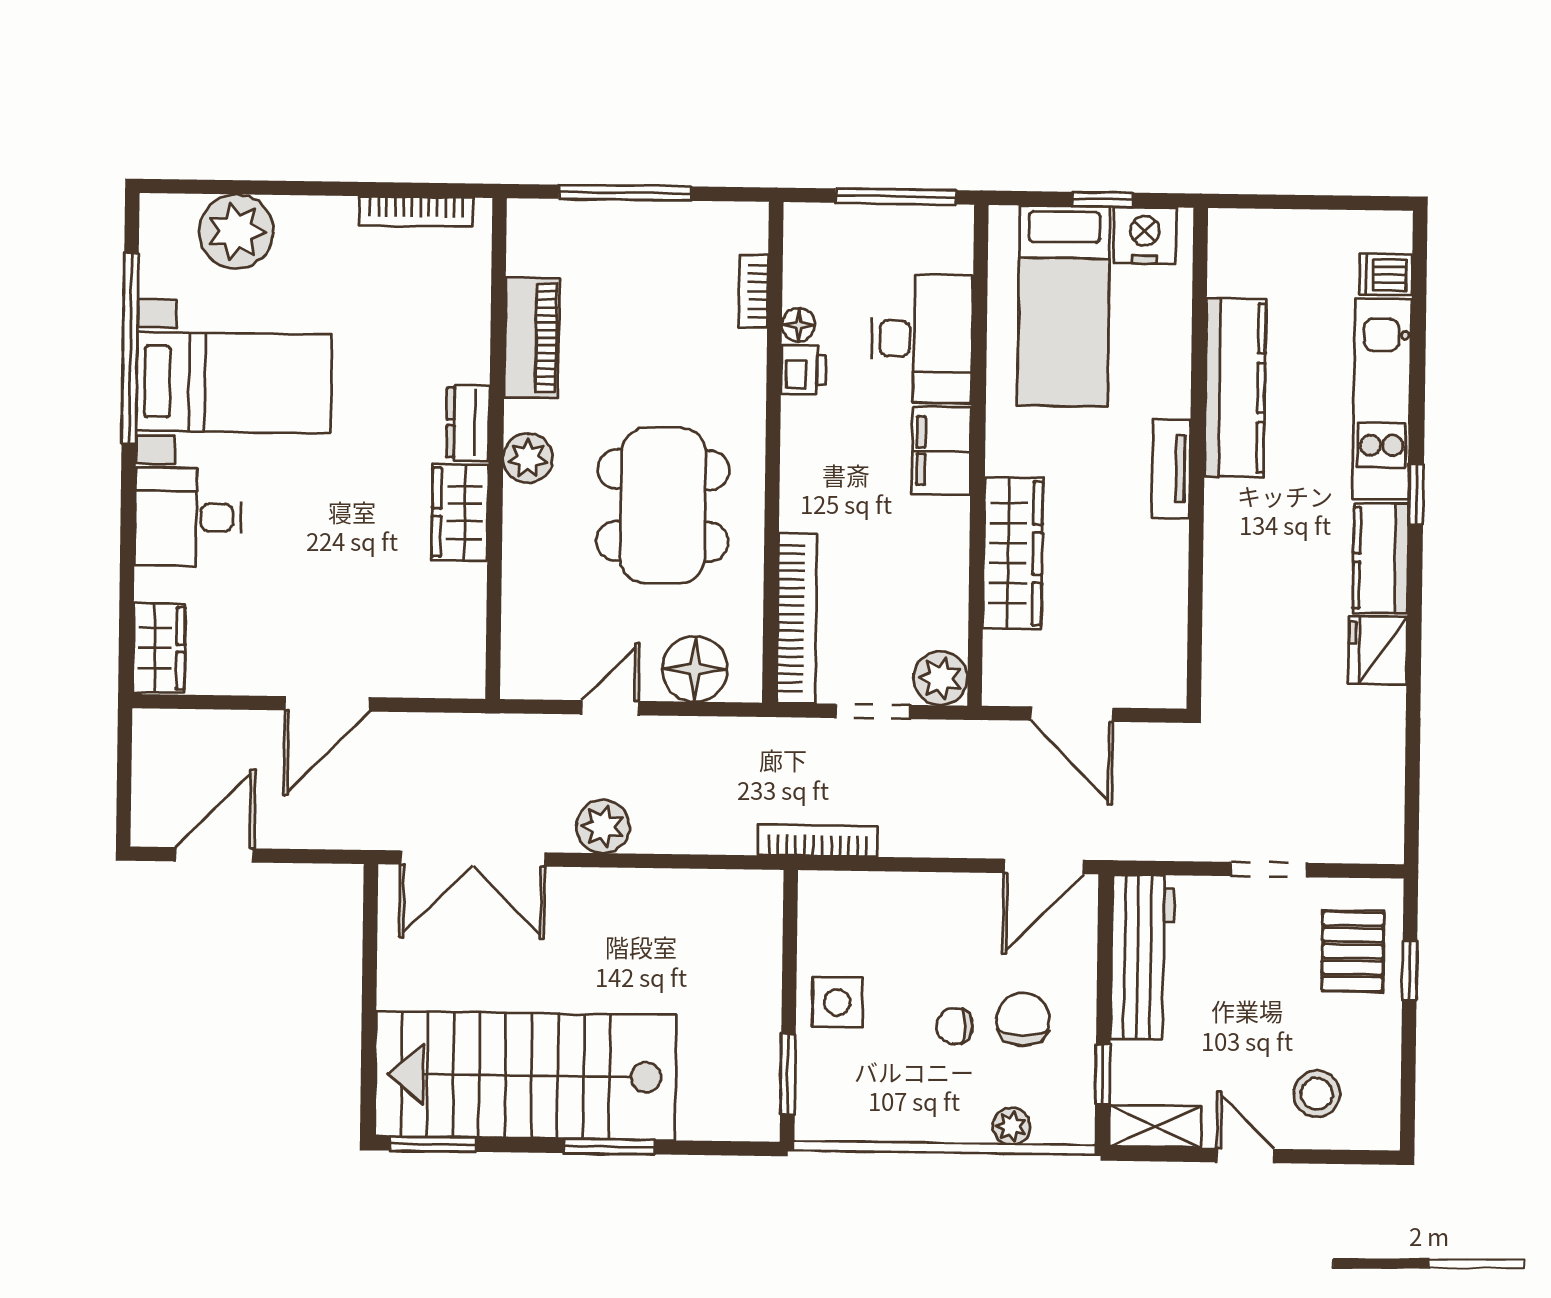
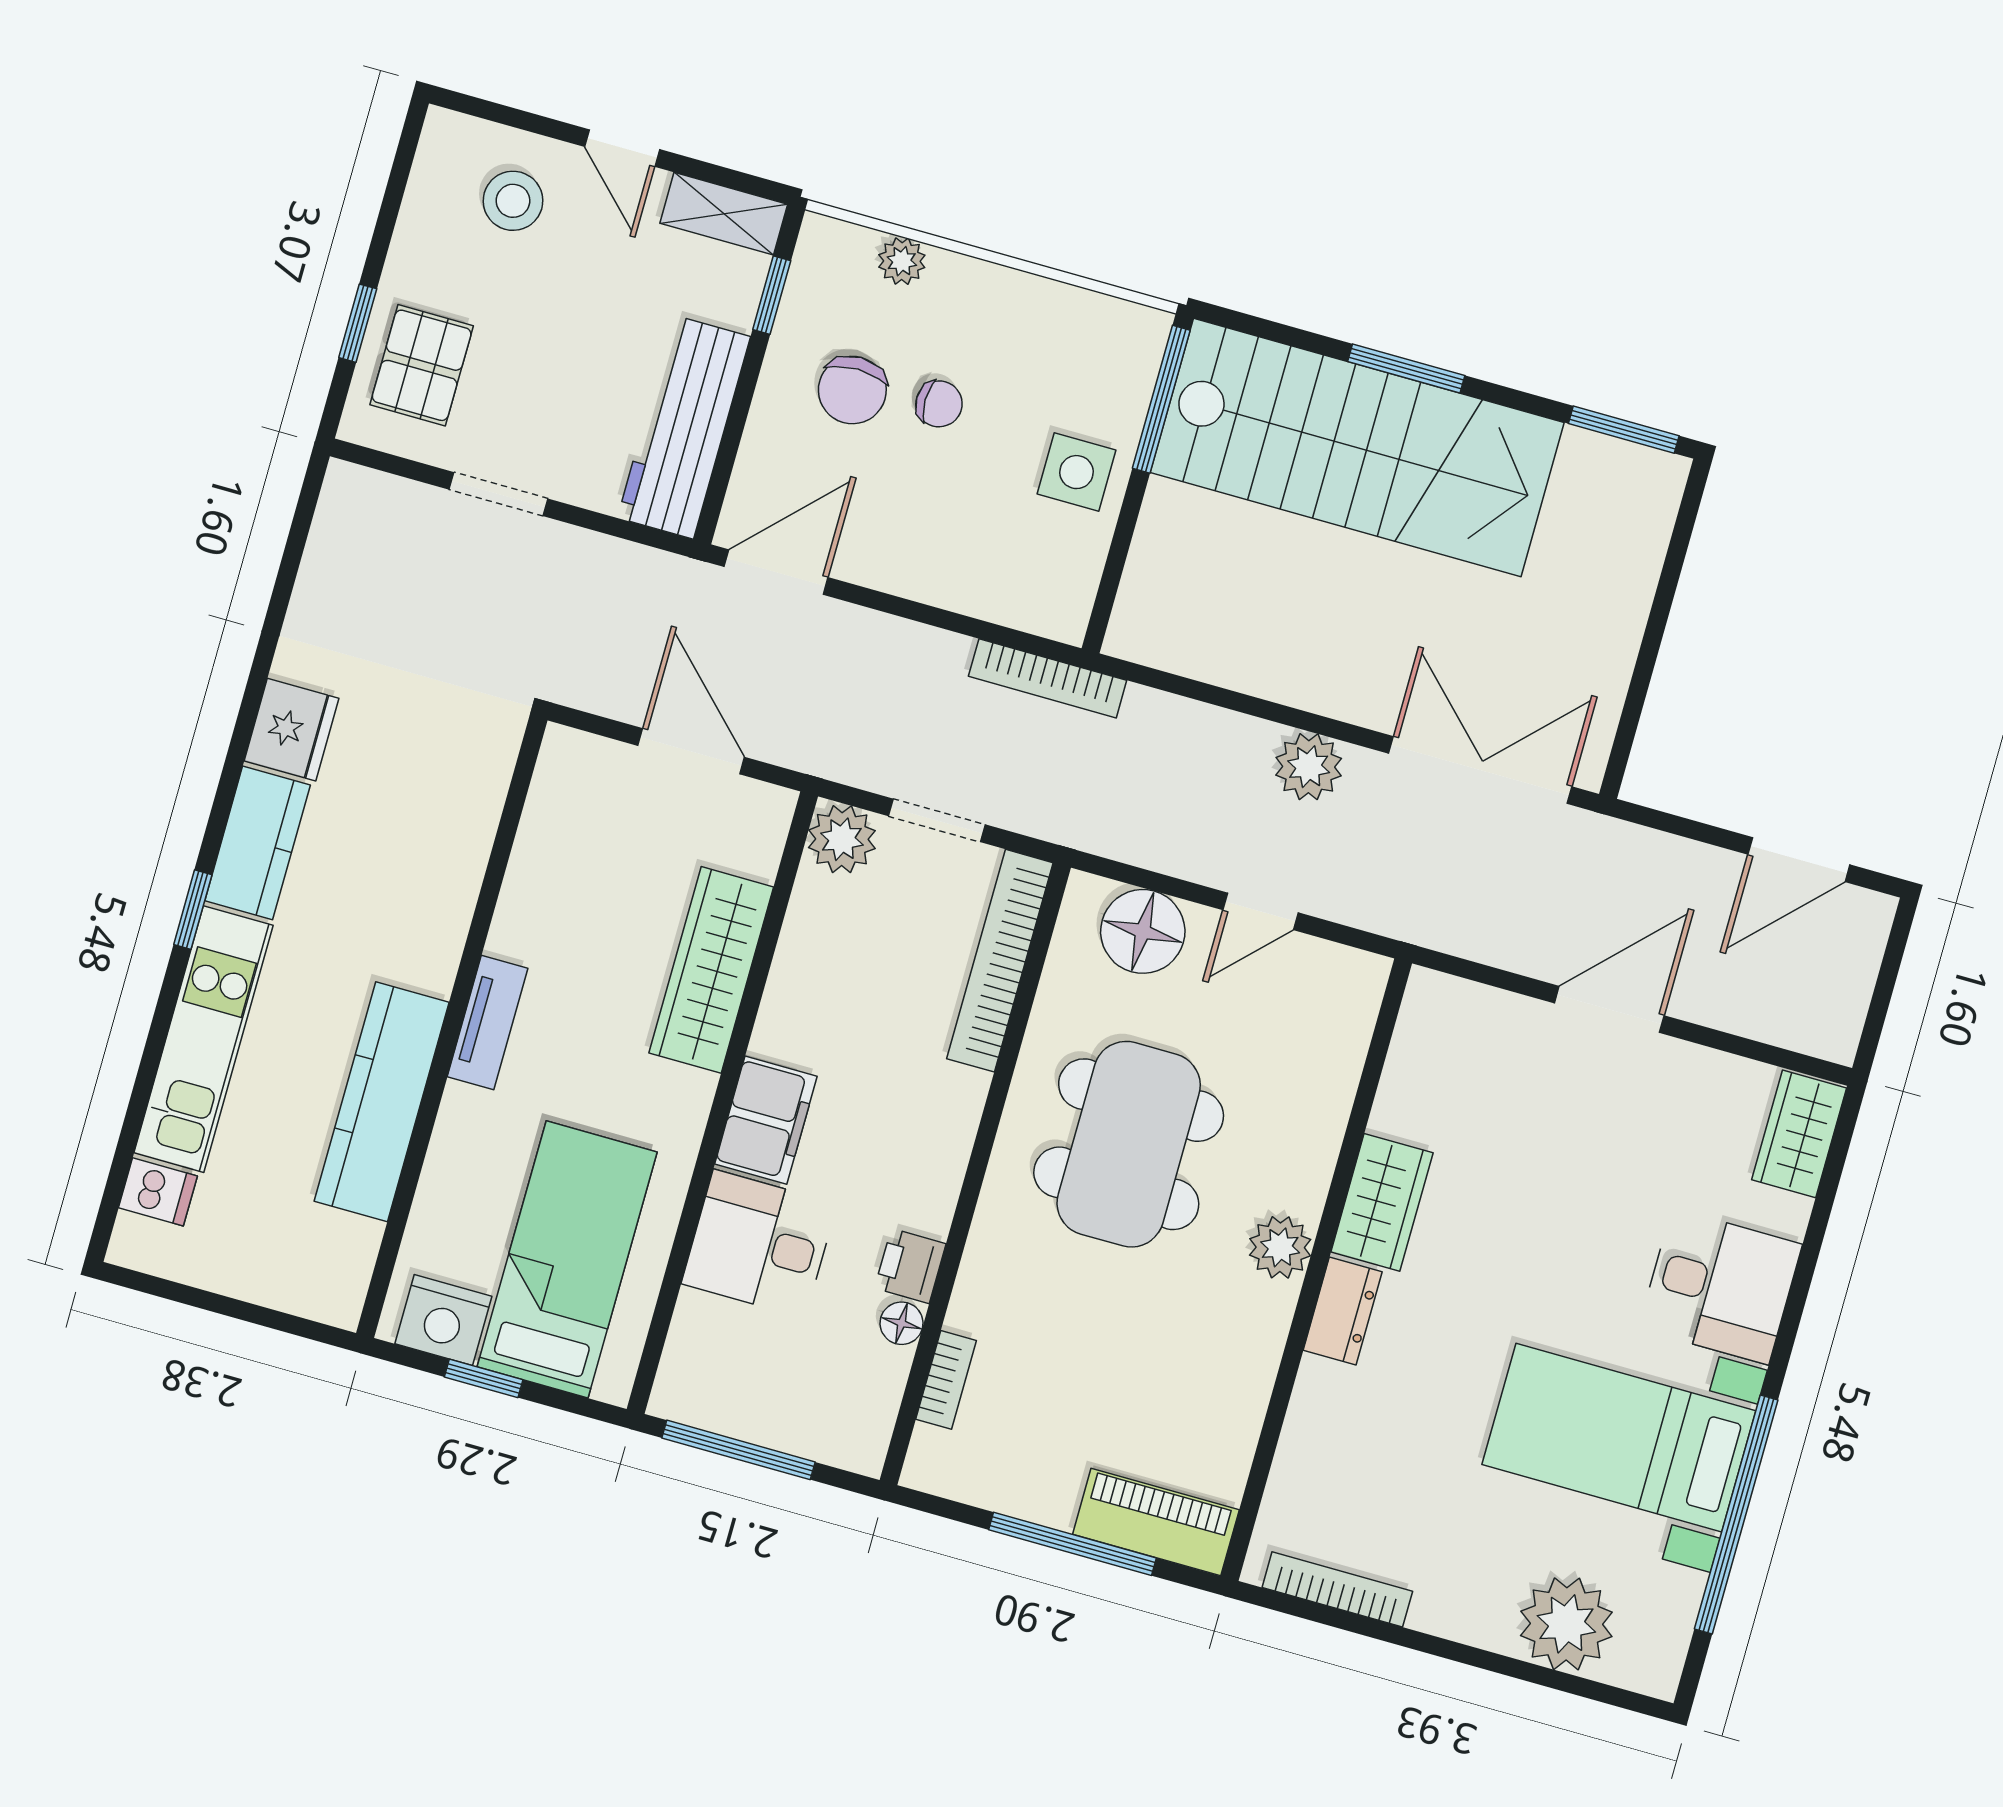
piano: (532, 338) -> (1156, 1522), moved, turned 90
desk: (922, 339) -> (759, 1244), width x0.73
window: (788, 1074) -> (1161, 399), width x1.44
stairs: (526, 1076) -> (1357, 448), moved

